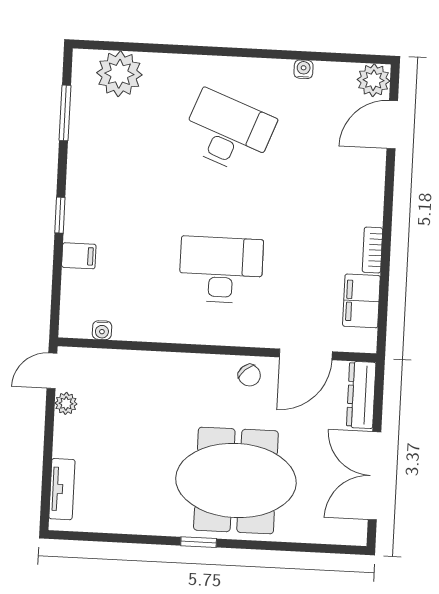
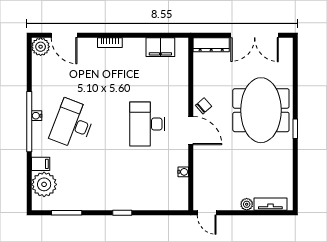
window: (236, 52) -> (29, 122), added
water cooler: (304, 69) -> (37, 116), moved
bookcase: (372, 250) -> (110, 43), moved
filing cabinet: (79, 256) -> (41, 164), moved, turned 90
water cooler: (102, 330) -> (183, 172), moved
door: (306, 354) -> (191, 131), moved
plant: (66, 403) -> (247, 204), moved

